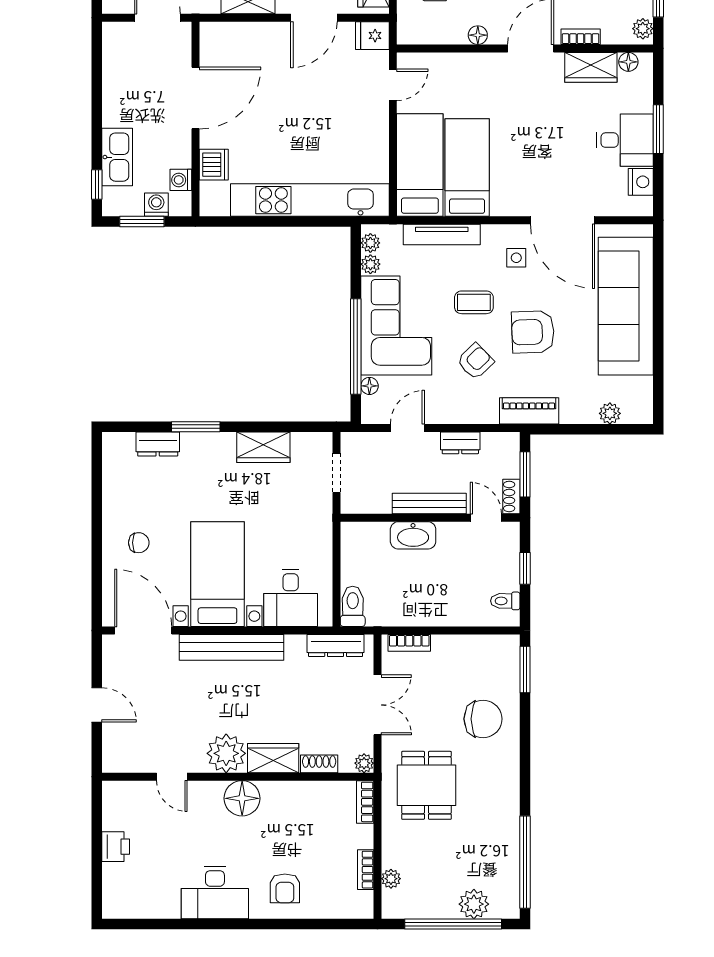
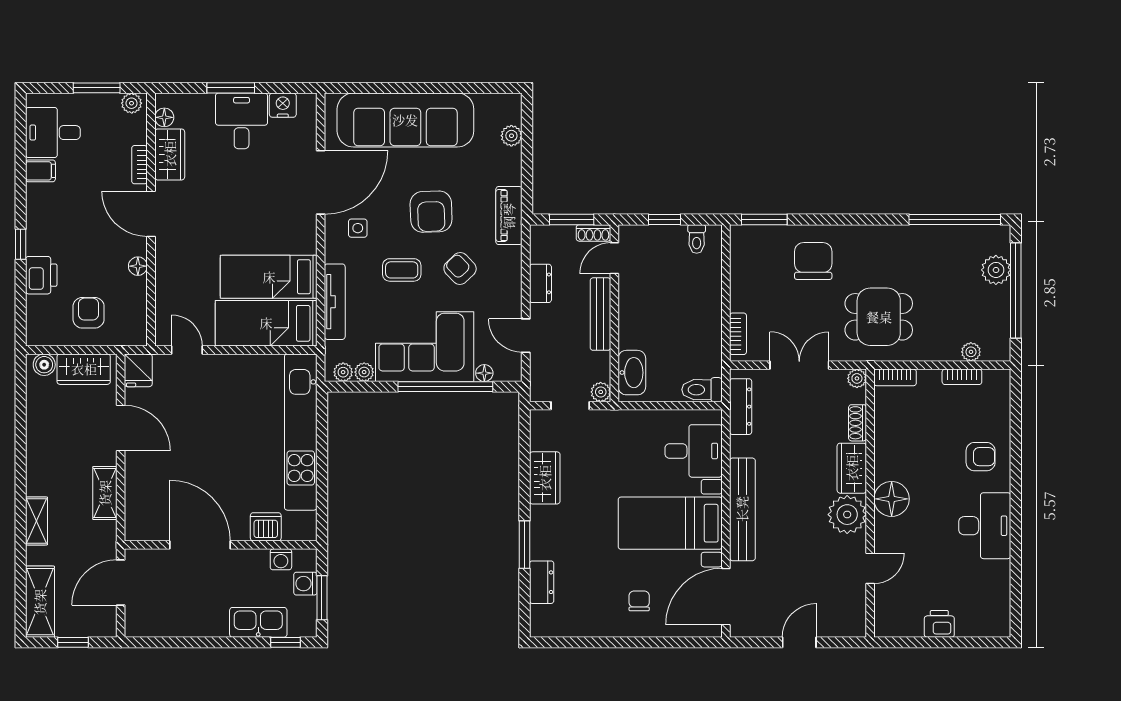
coffee table: (474, 302) -> (402, 270), turned 90
plant: (350, 504) -> (601, 392), added
washbasin: (413, 535) -> (632, 373), moved

